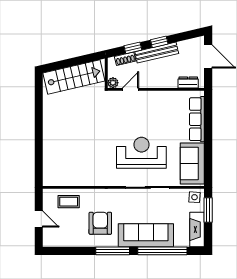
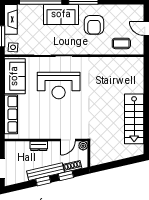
stairs: (74, 77) -> (134, 119), moved, turned -77
dresser: (188, 82) -> (39, 146), moved
sofa: (146, 235) -> (61, 15), width x0.73

